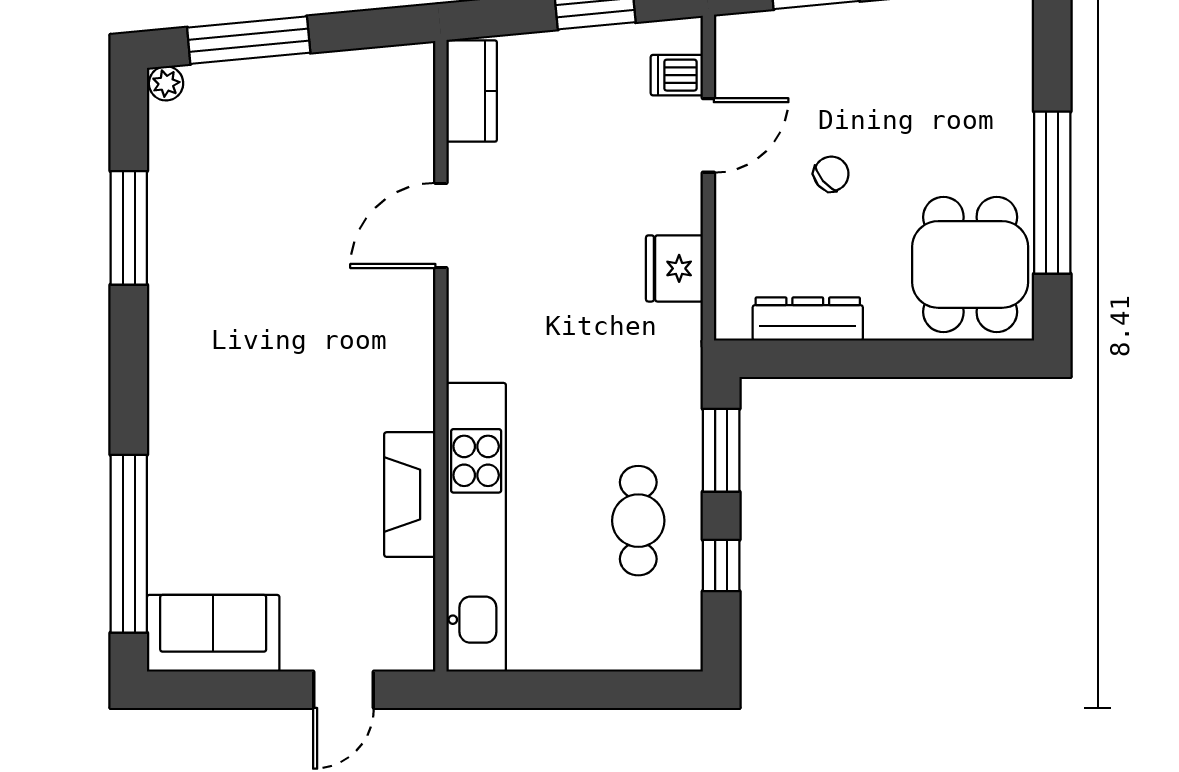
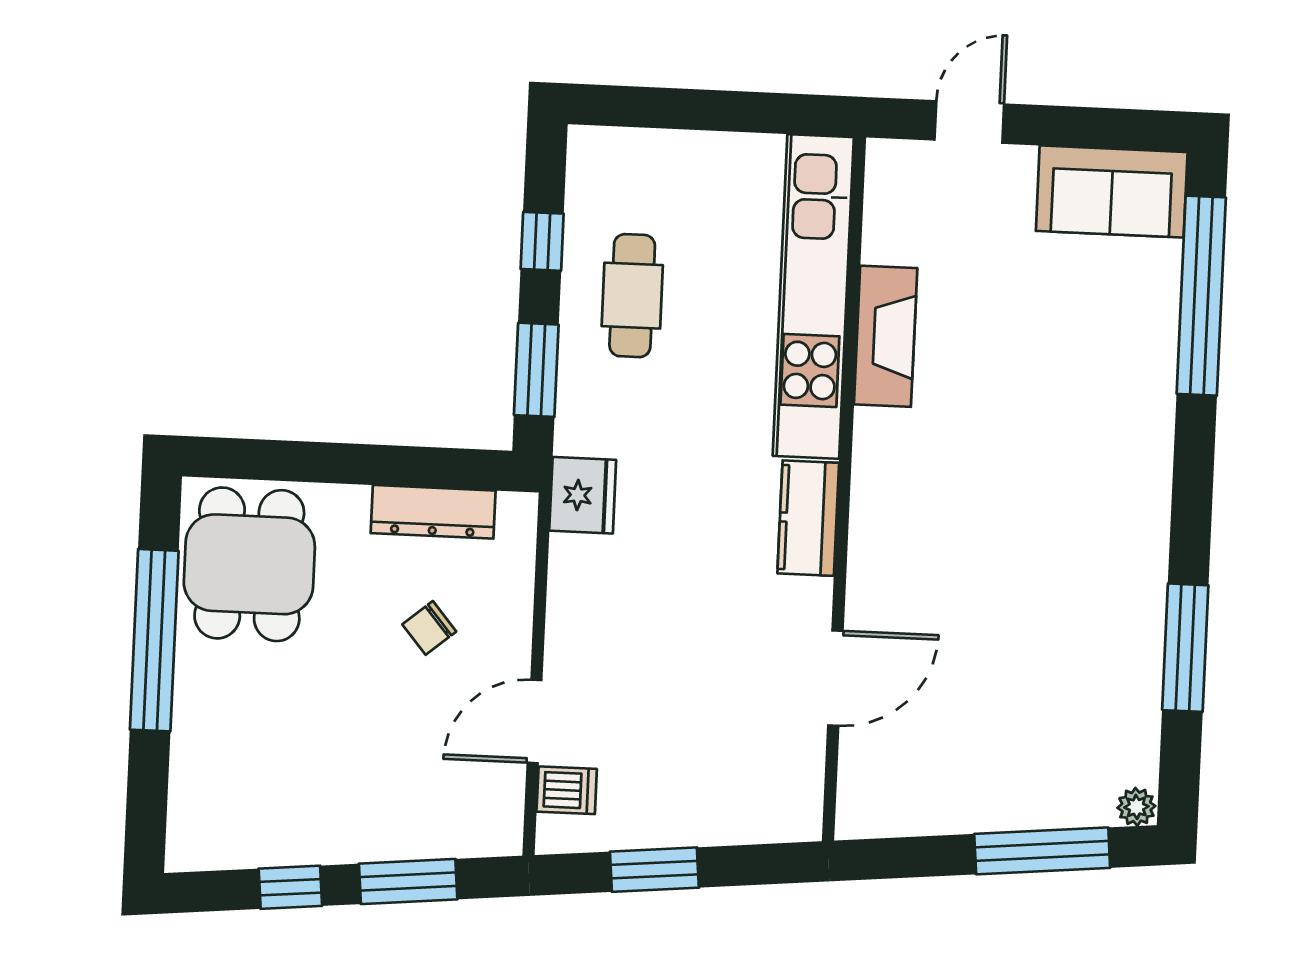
kitchen counter: (472, 91) -> (808, 518), moved
chair: (831, 174) -> (429, 628), moved
door: (441, 225) -> (835, 678), moved
fridge: (674, 268) -> (583, 495), moved

